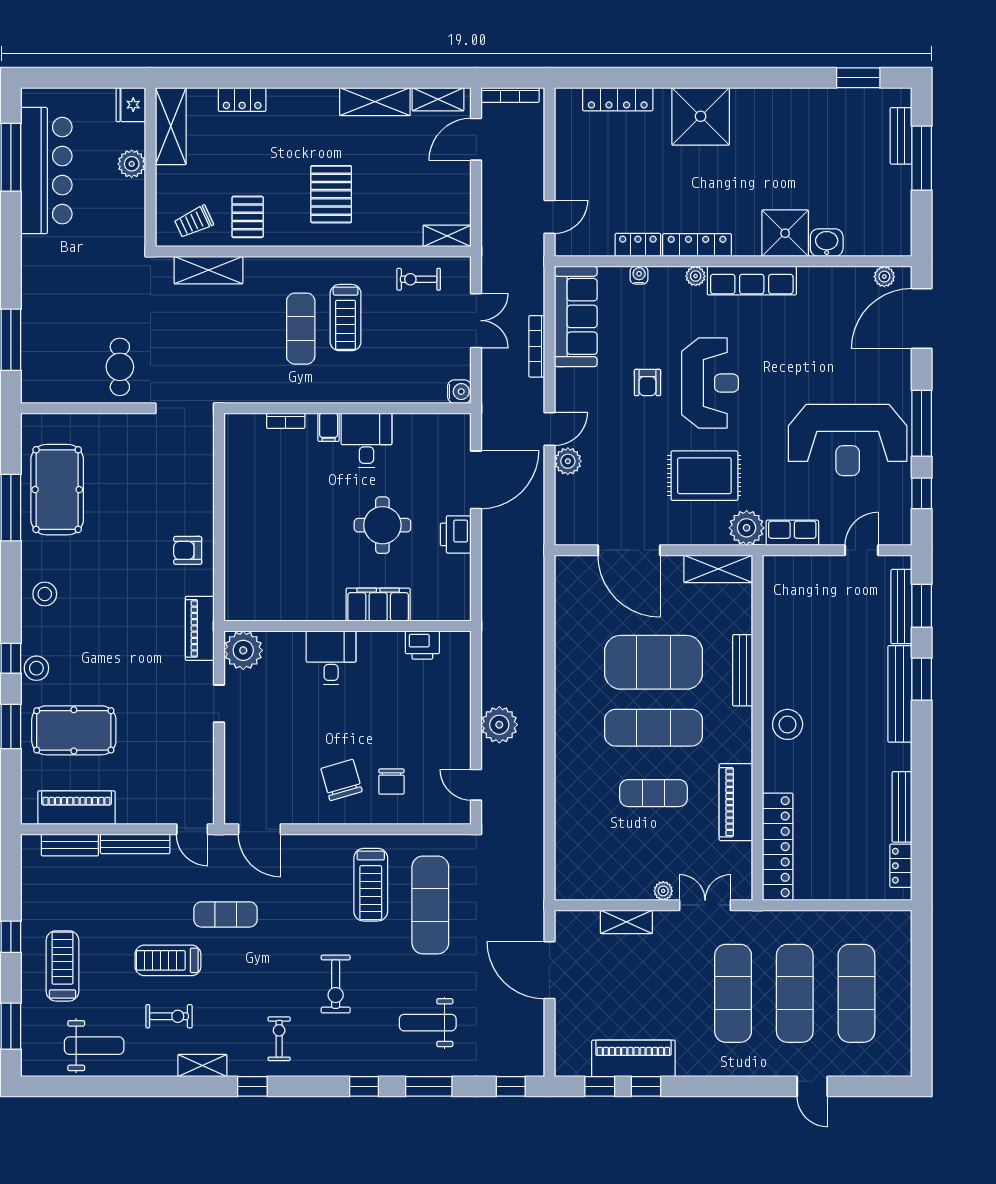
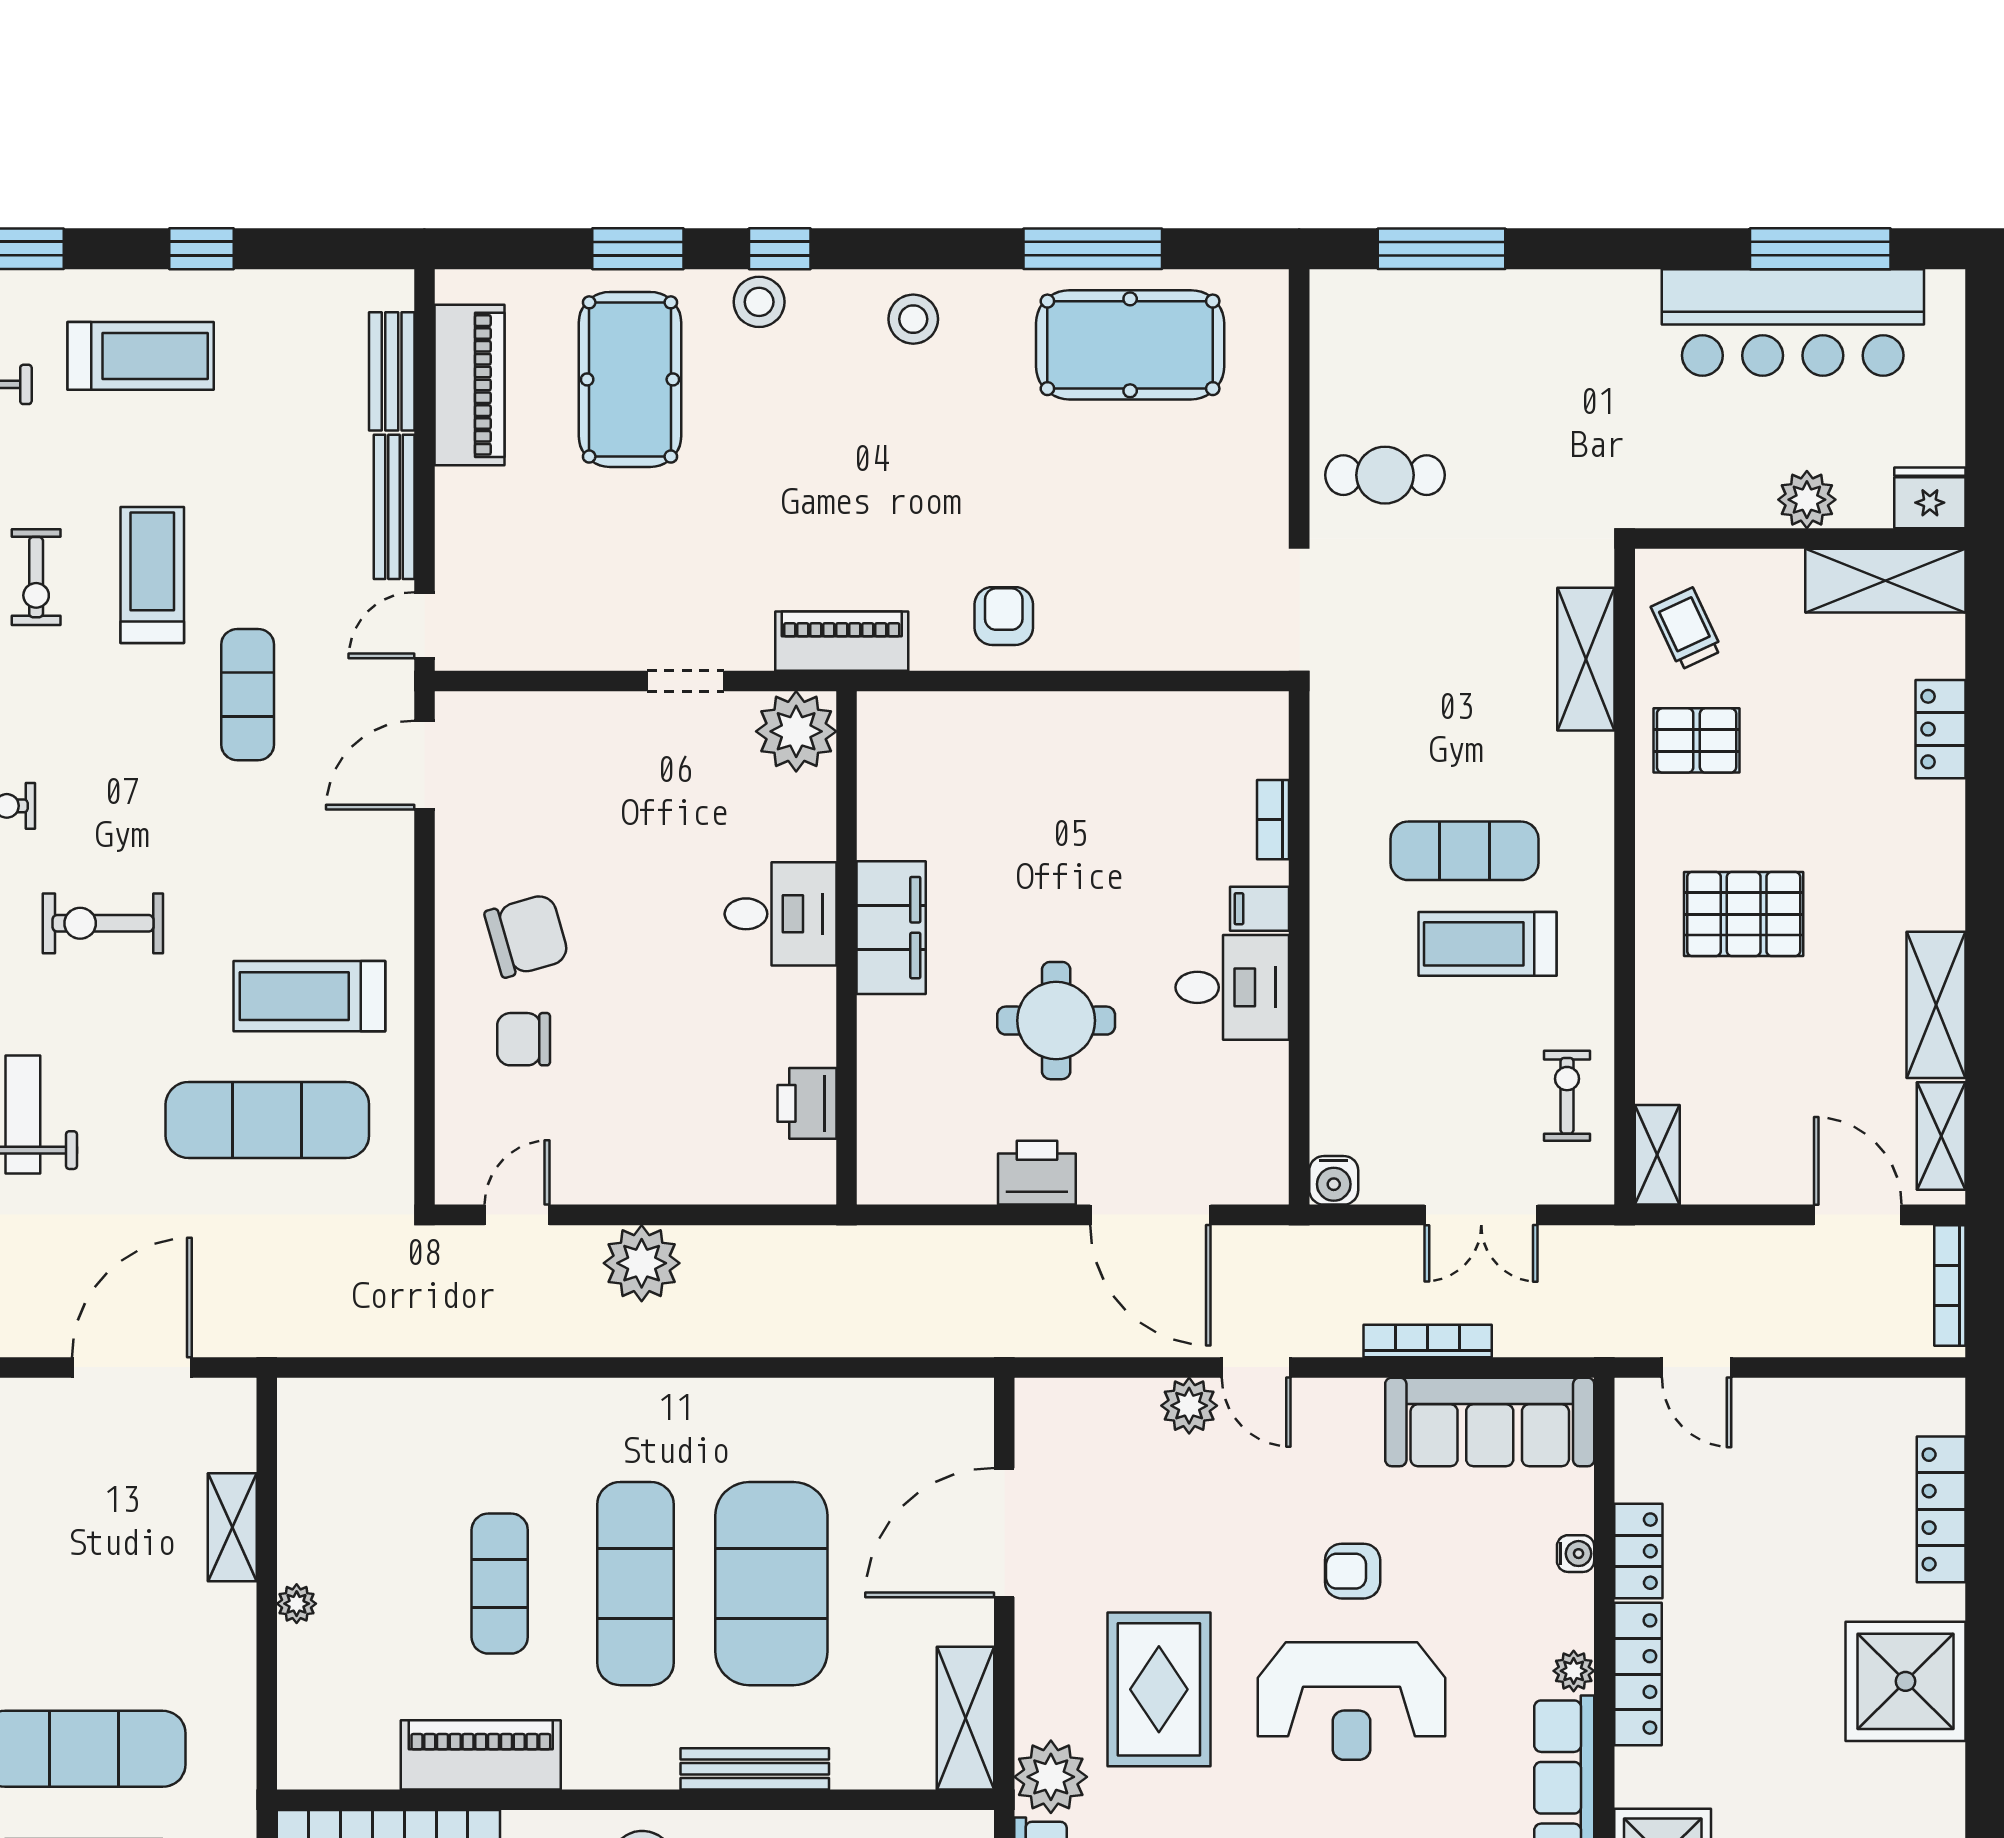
filing cabinet: (378, 605) -> (891, 928), moved
double door: (705, 905) -> (267, 1691), removed

